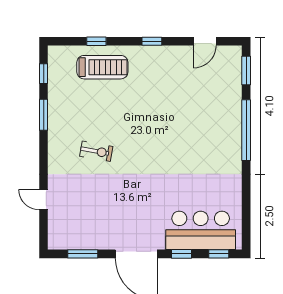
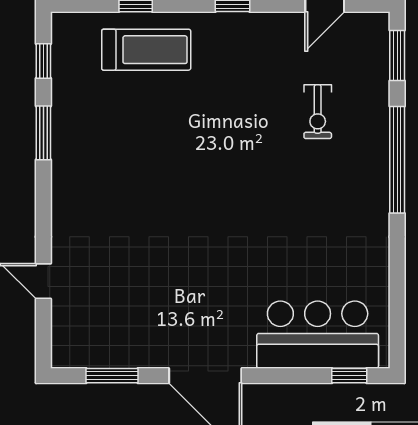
exercise bike: (96, 151) -> (318, 112), moved, turned 80
window: (181, 254) -> (284, 376), removed

